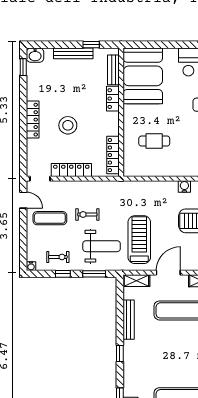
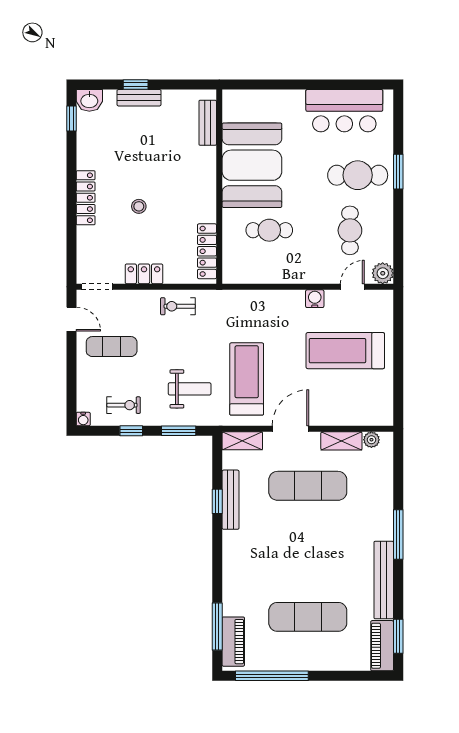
window: (91, 45) -> (136, 84), moved
bench: (73, 53) -> (139, 98), width x0.73
booth: (143, 76) -> (252, 165), moved
locker: (113, 99) -> (207, 166), removed
stool: (68, 125) -> (139, 206), width x0.53, depth x0.53
locker: (71, 170) -> (144, 274), width x0.66
exercise bike: (87, 214) -> (178, 306), moved
weight bench: (102, 246) -> (190, 389), width x0.73, depth x0.75
window: (120, 354) -> (217, 501), moved

